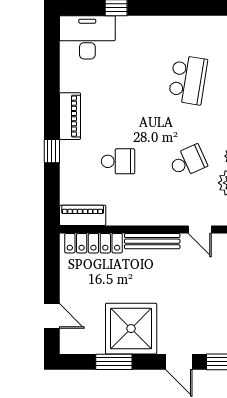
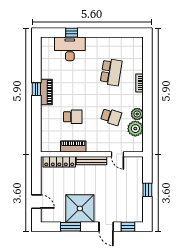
desk: (87, 37) -> (70, 49), moved
window: (52, 151) -> (36, 89), moved
school desk: (188, 161) -> (111, 117), turned 42
piano: (83, 215) -> (73, 146), moved

